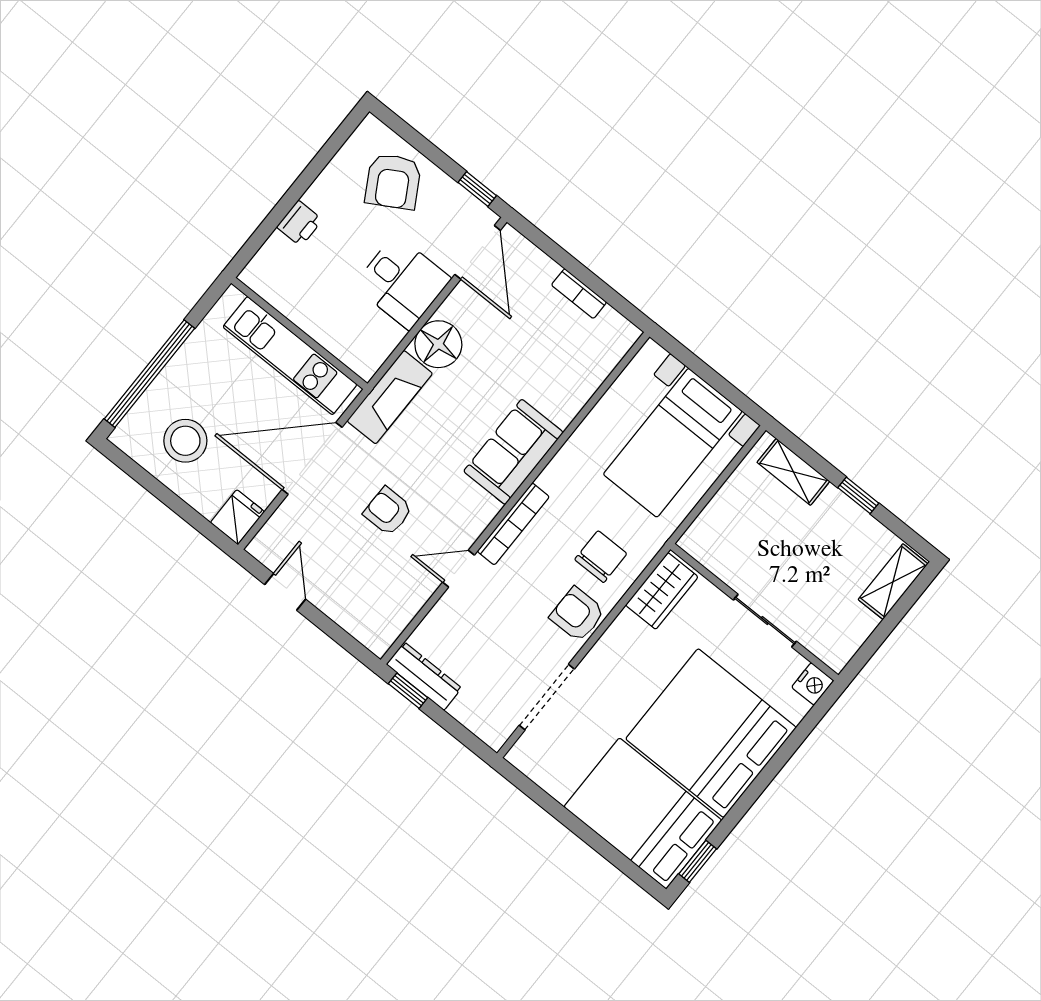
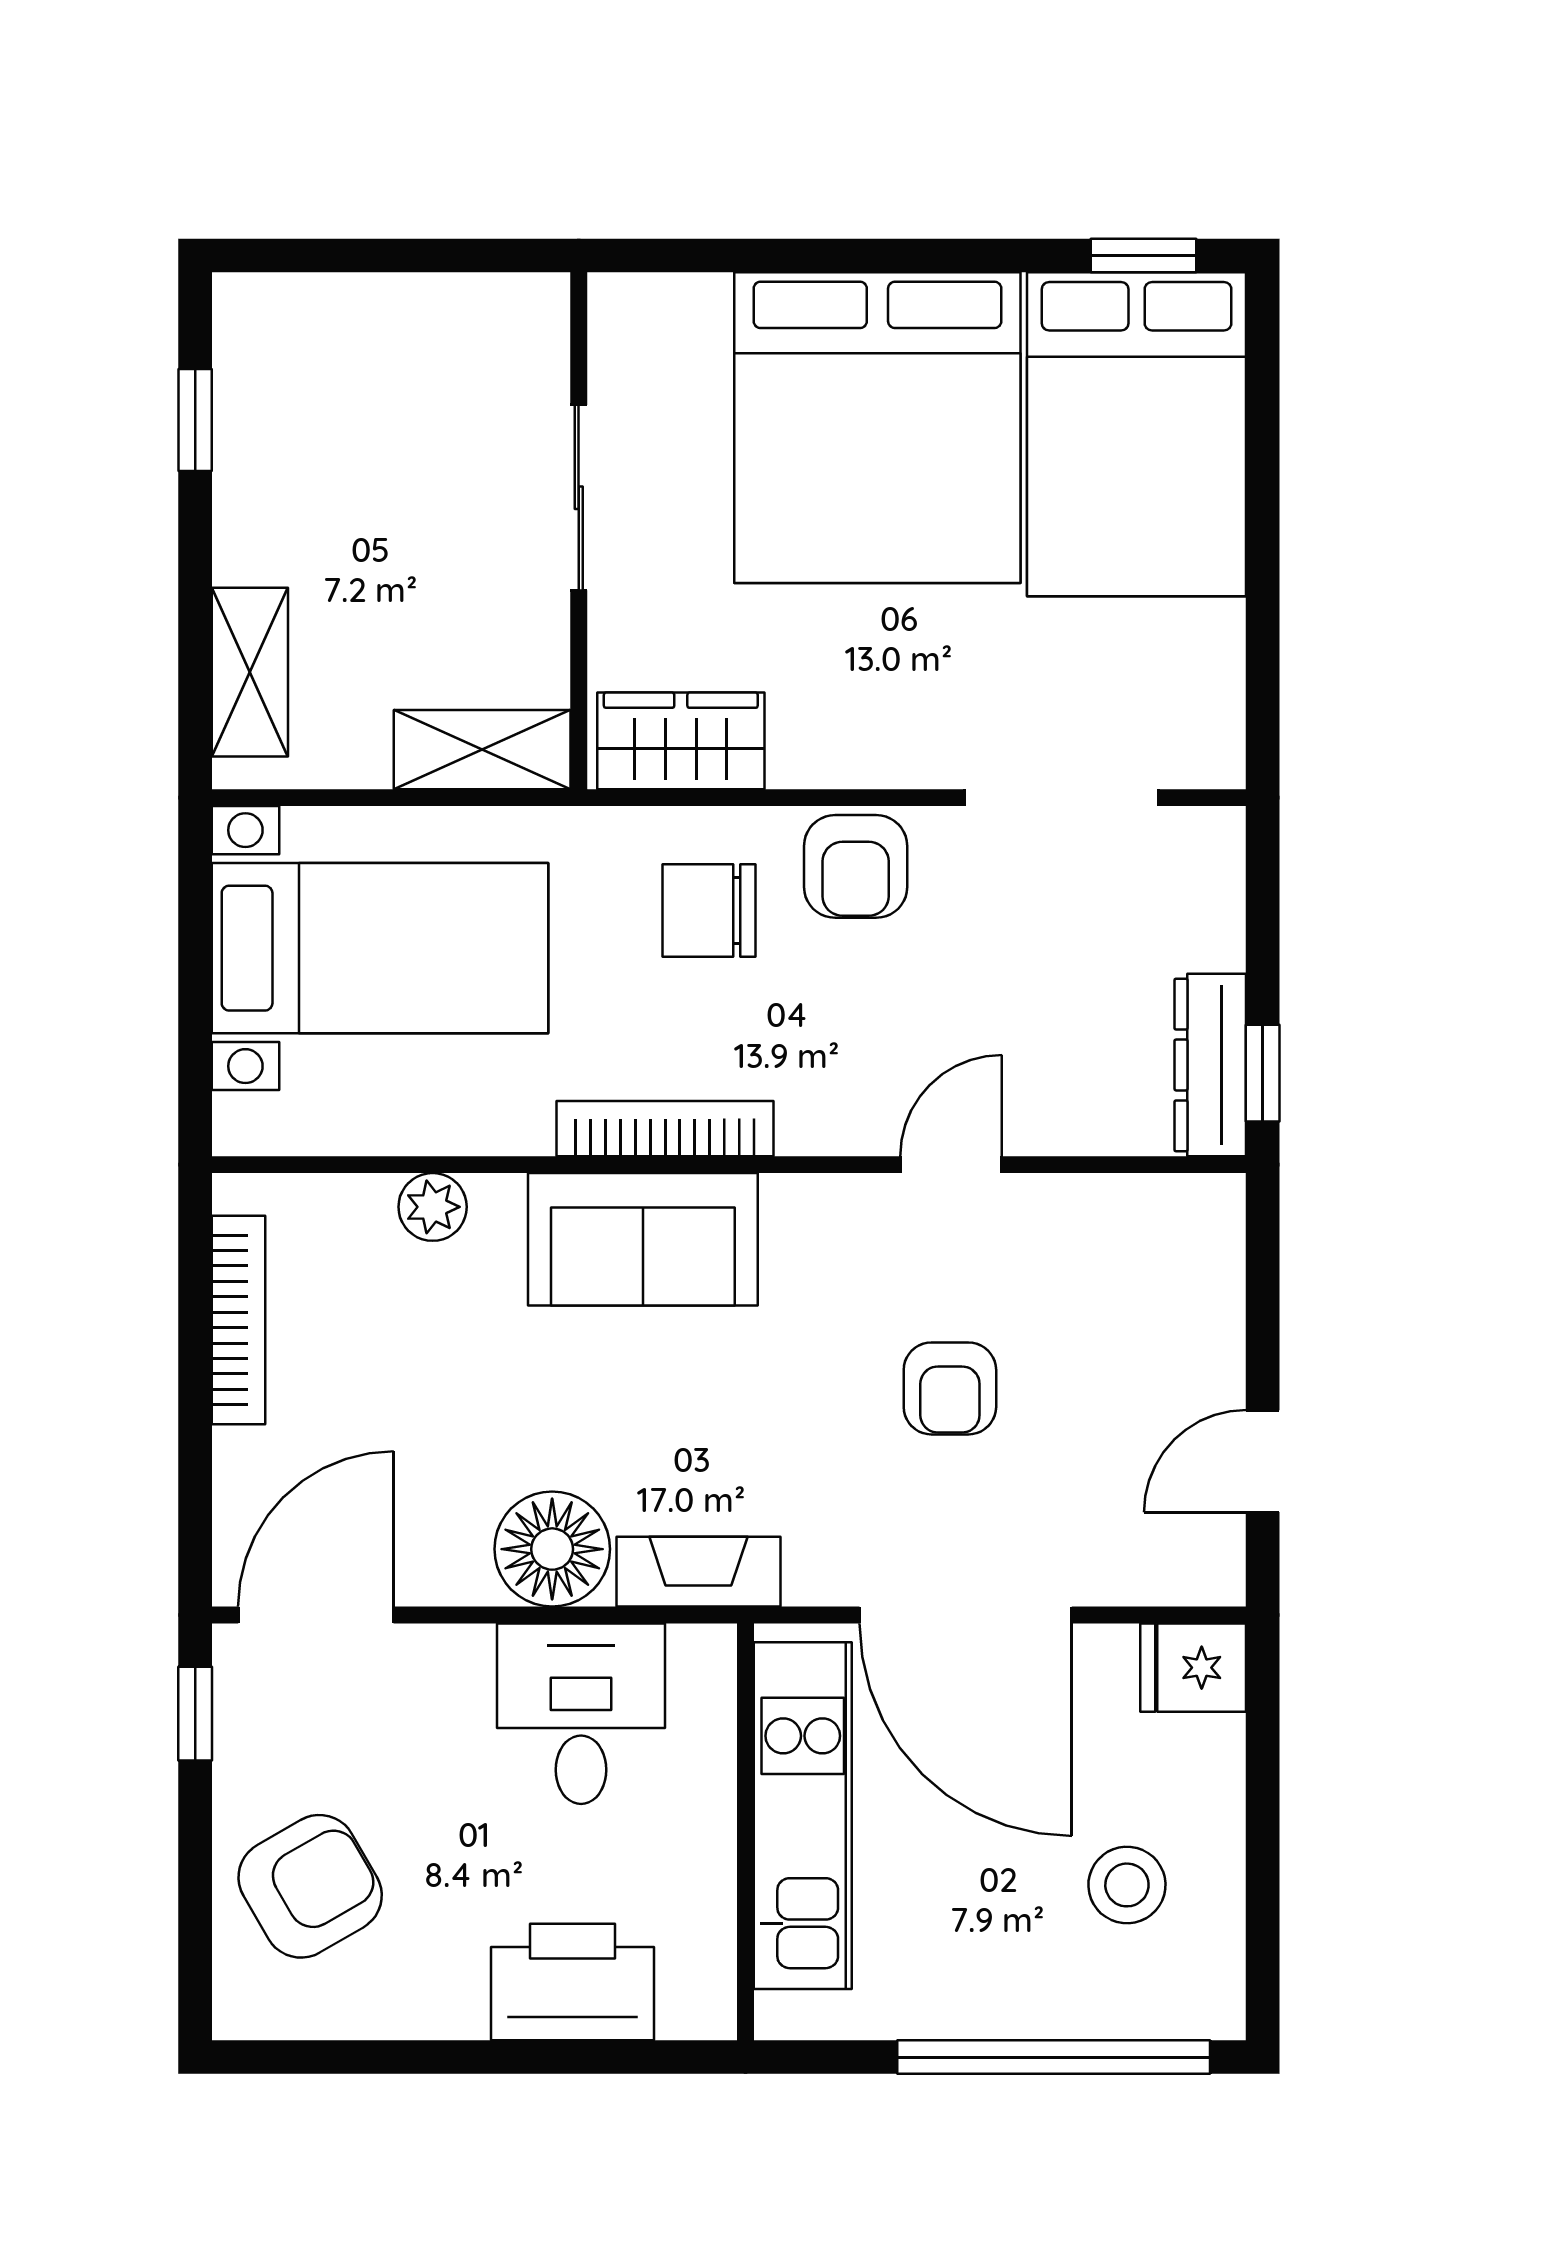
printer: (300, 223) -> (573, 1982), width x1.87, depth x1.48
desk: (402, 282) -> (581, 1714), moved
bookcase: (579, 294) -> (238, 1320), width x1.56
plant: (577, 393) -> (433, 1207), added
fireplace: (390, 397) -> (698, 1572), width x0.73, depth x0.76
stool: (185, 441) -> (1127, 1885), width x0.73, depth x0.73
window: (858, 495) -> (195, 420), moved
bookcase: (513, 524) -> (665, 1129), moved
door: (459, 569) -> (951, 1165), swing flipped
shelving: (893, 582) -> (482, 750), moved
nightstand: (813, 684) -> (626, 308), removed

